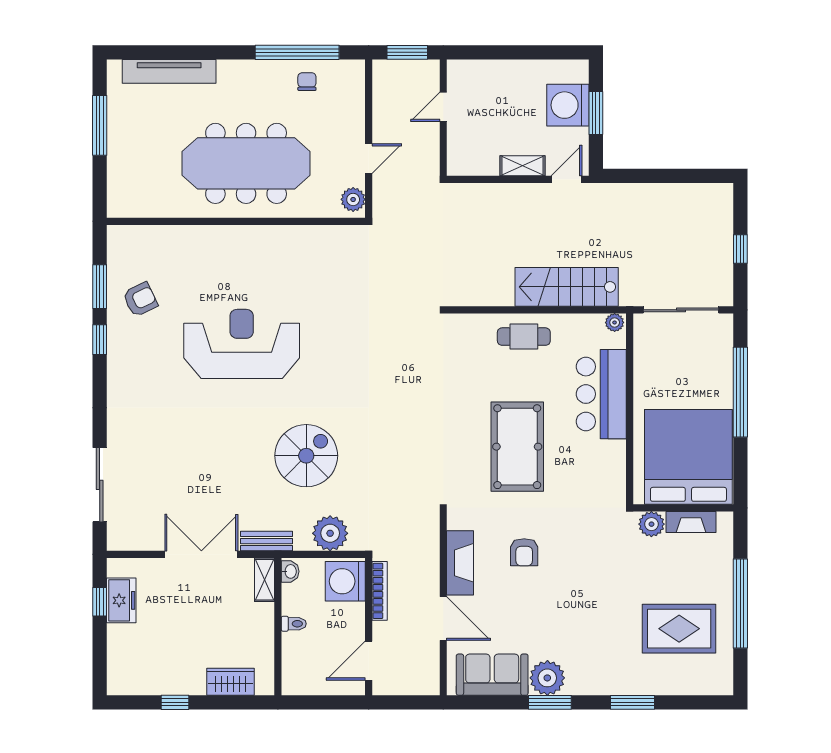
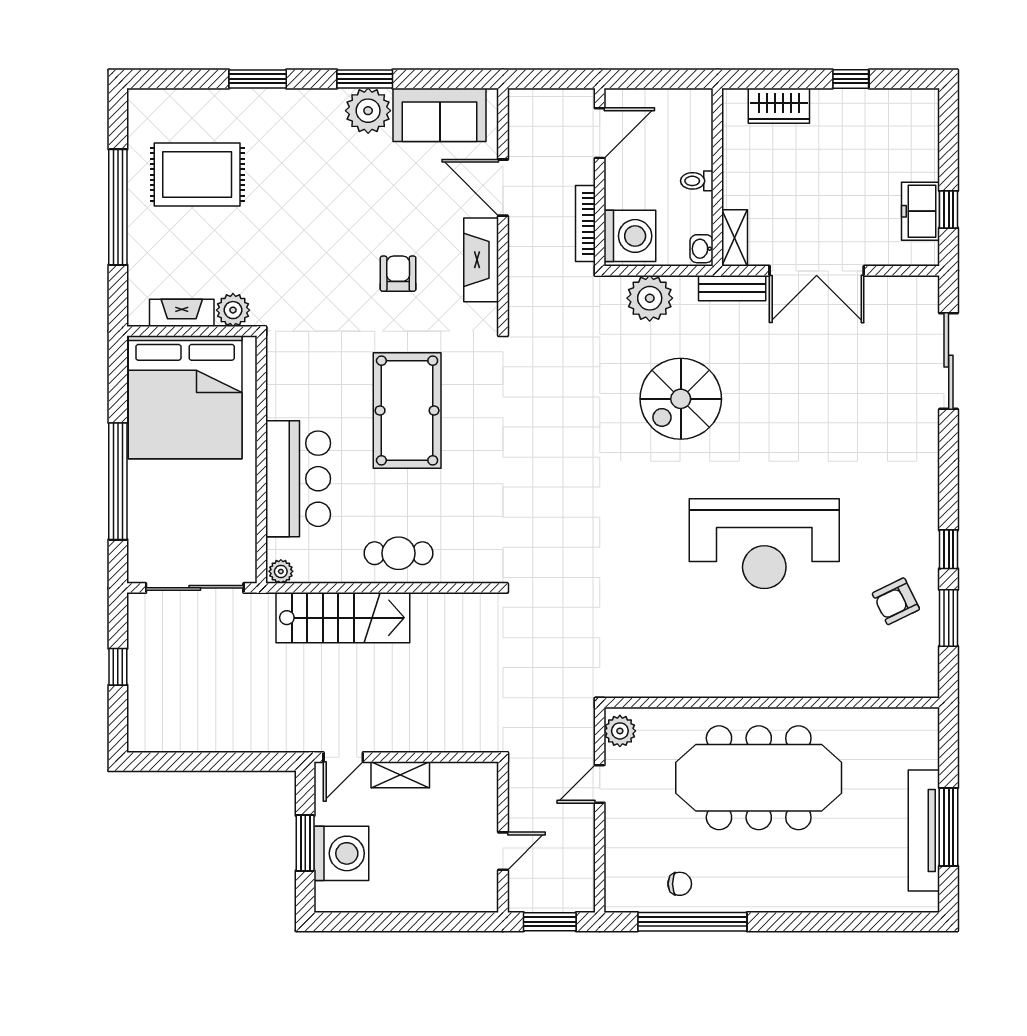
tv unit: (169, 71) -> (924, 830), moved, turned -90
chair: (307, 82) -> (680, 884), turned -90

